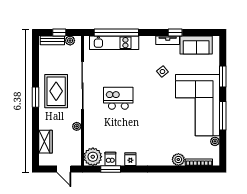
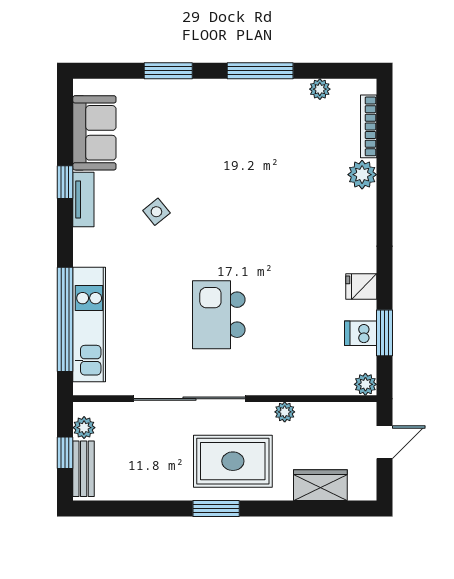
rug: (56, 91) -> (233, 461), moved
corner sofa: (197, 105) -> (235, 130), removed
plant: (93, 157) -> (365, 384), width x0.53, depth x0.53

